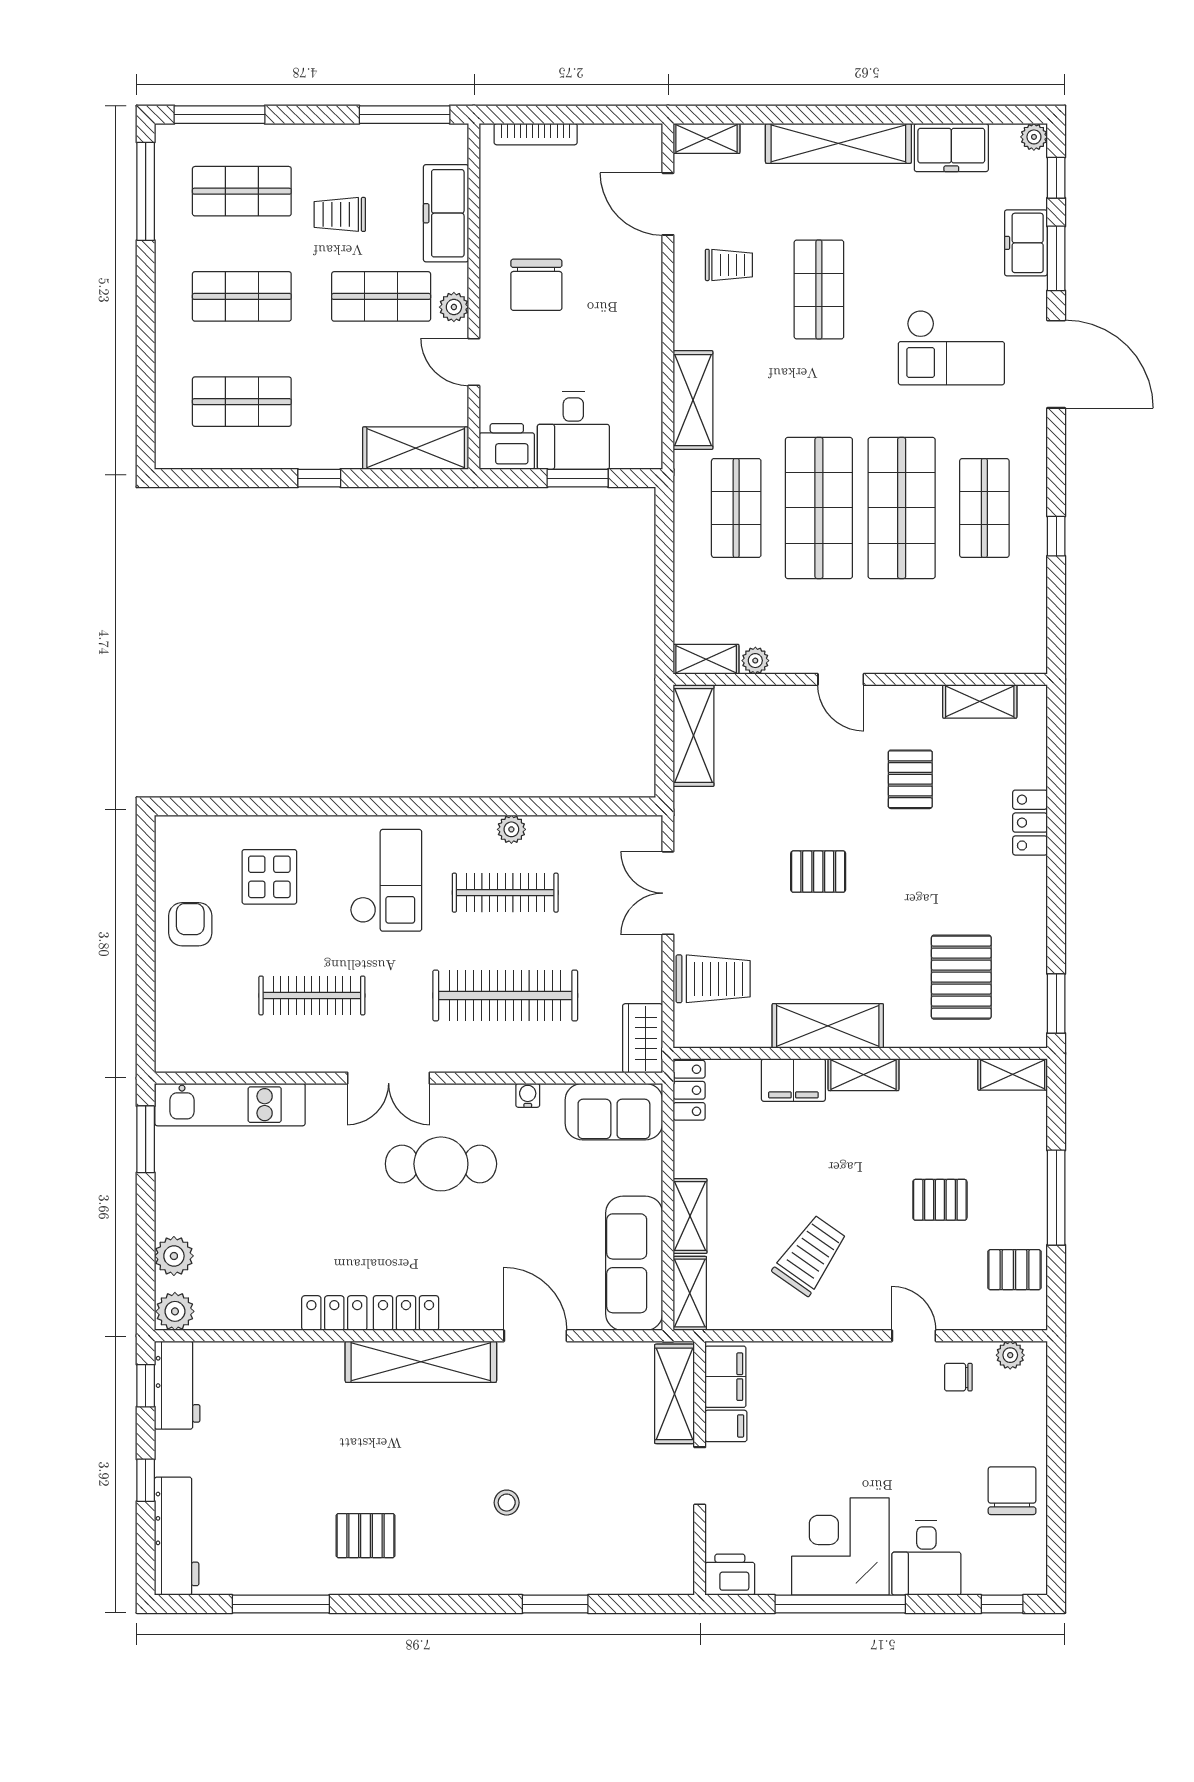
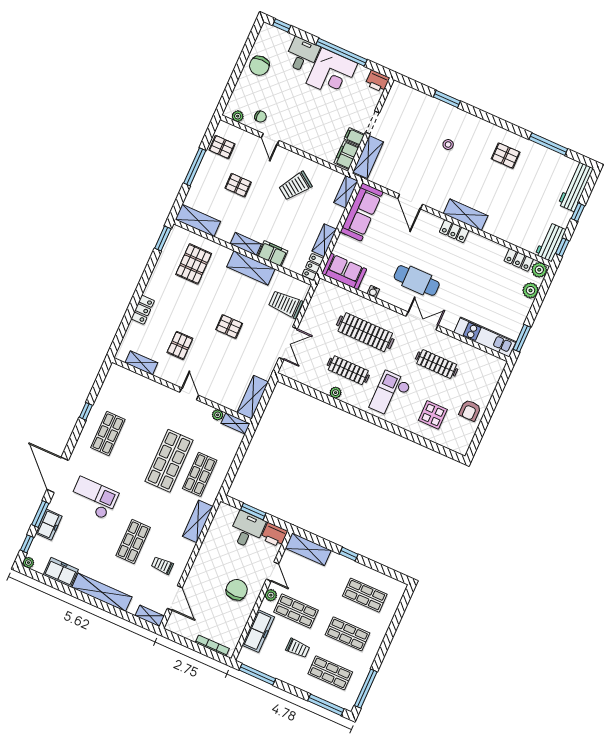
shop shelf: (902, 508) -> (138, 447), removed
wardrobe: (643, 1038) -> (321, 294), removed
shelving: (1013, 1074) -> (198, 220), width x1.50, depth x1.33
shelving: (690, 1216) -> (324, 240), moved
locker: (334, 1313) -> (519, 260), moved
shelving: (421, 1362) -> (466, 215), width x0.68

